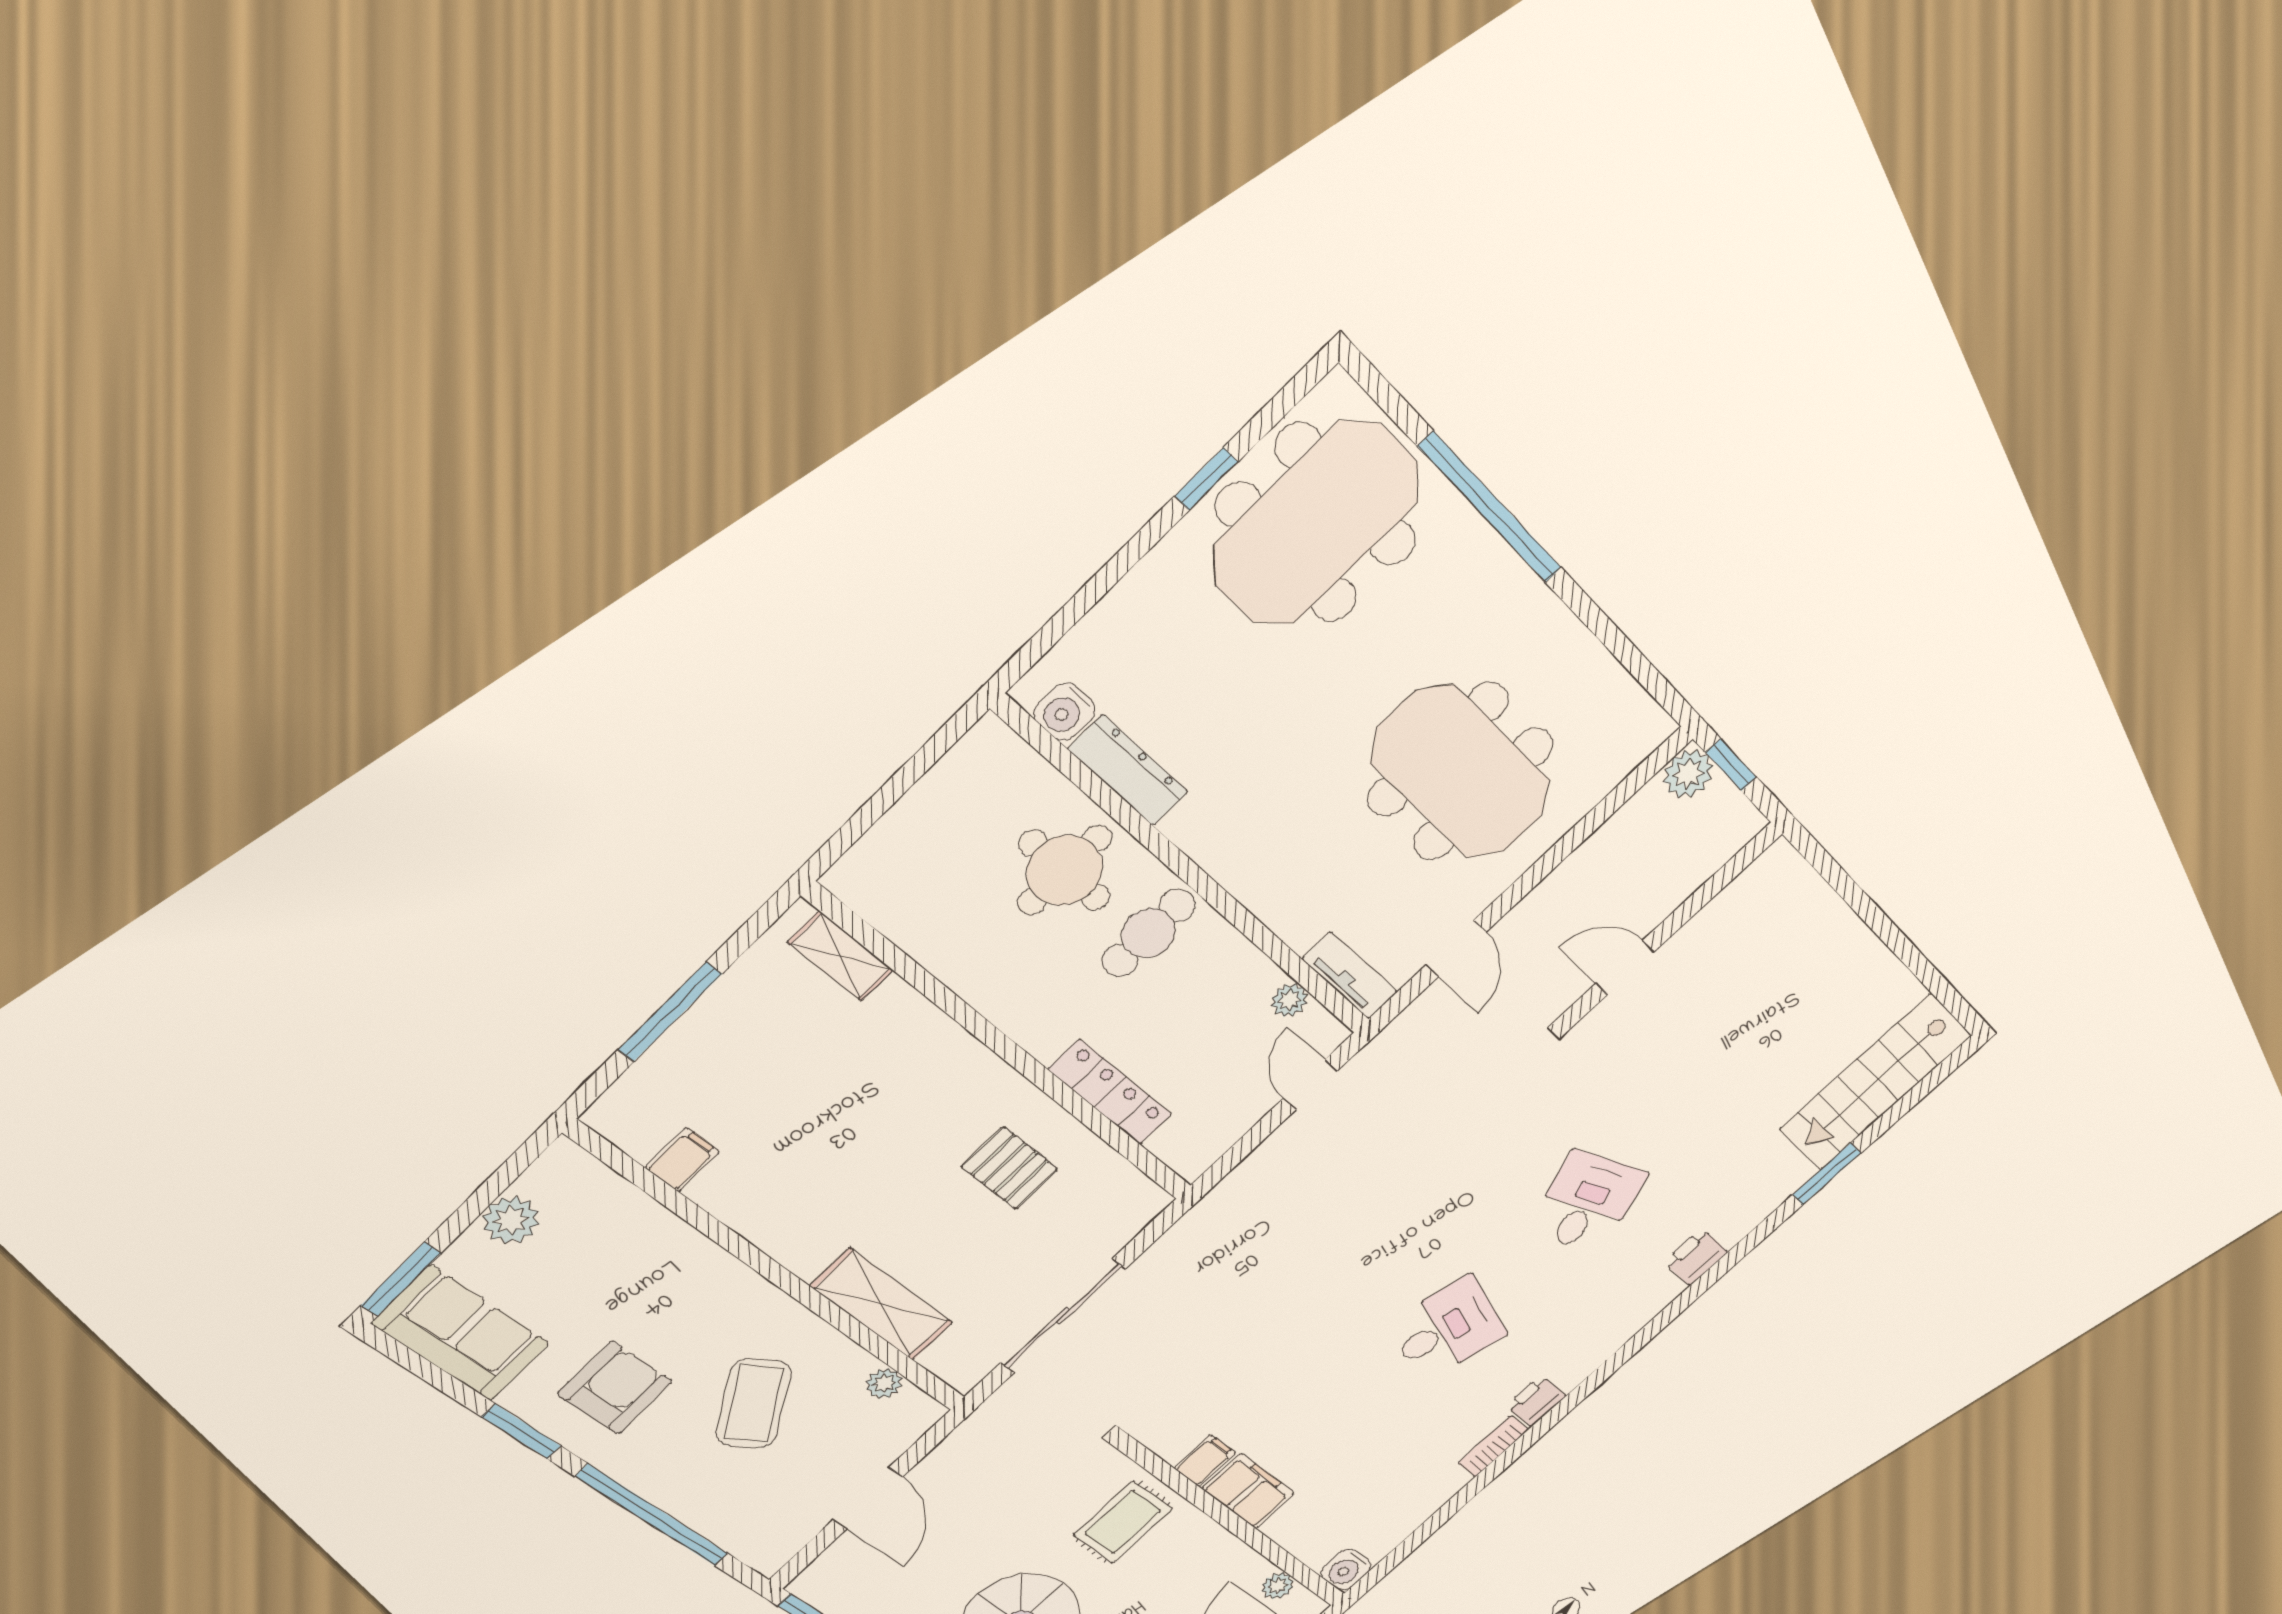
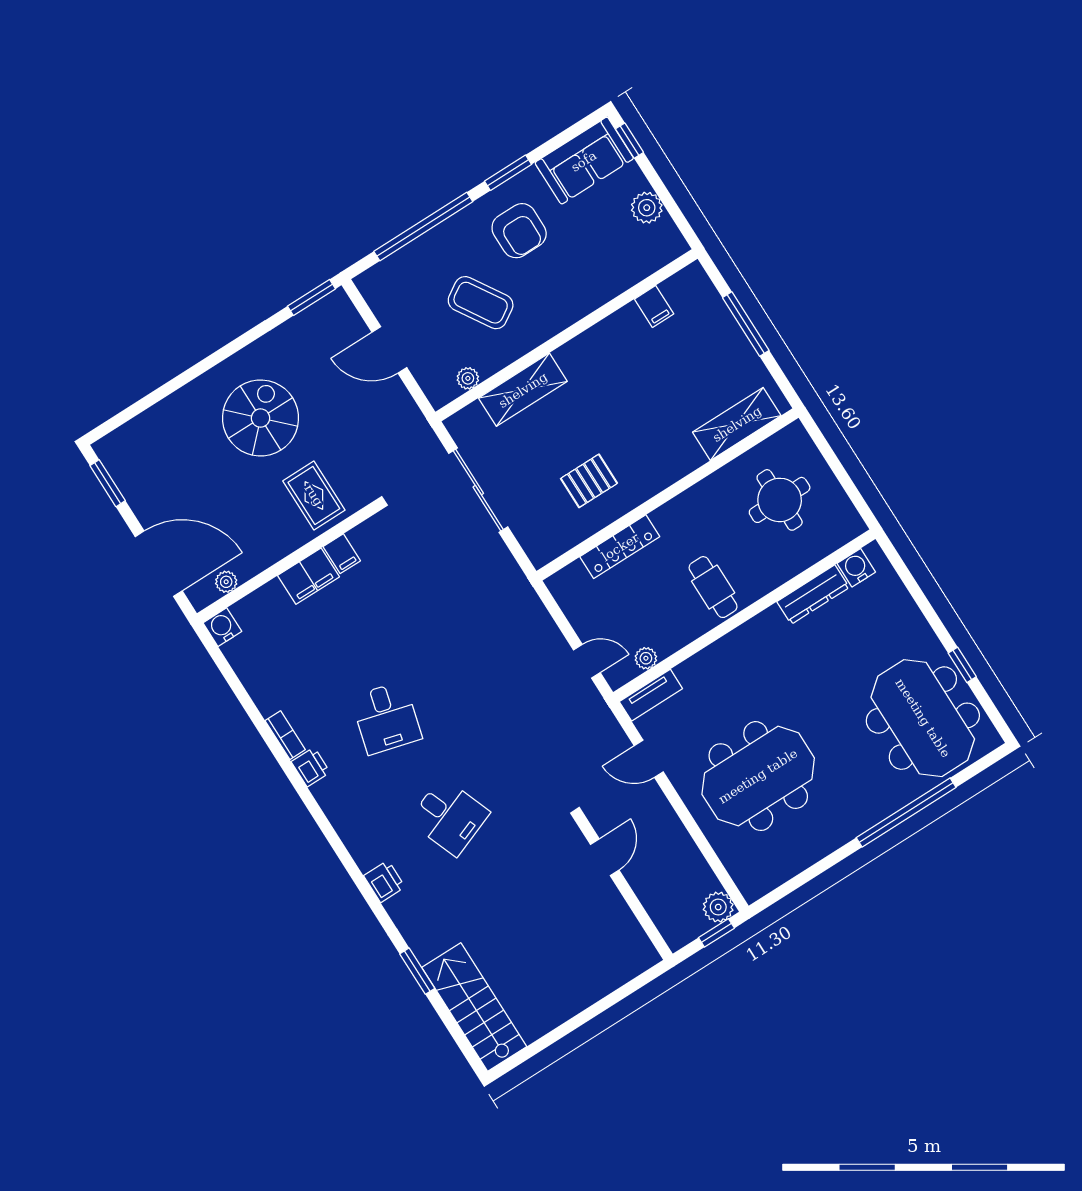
round table: (1065, 870) -> (780, 500), moved
shelving: (840, 956) -> (737, 424), width x1.50, depth x1.33
window: (401, 1279) -> (629, 141), width x0.67

